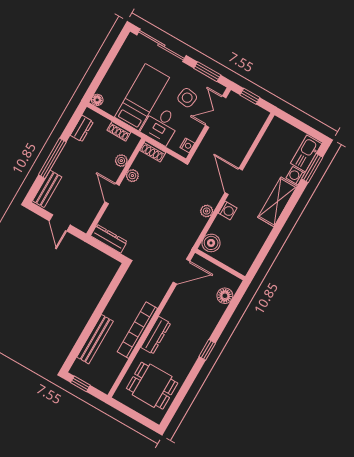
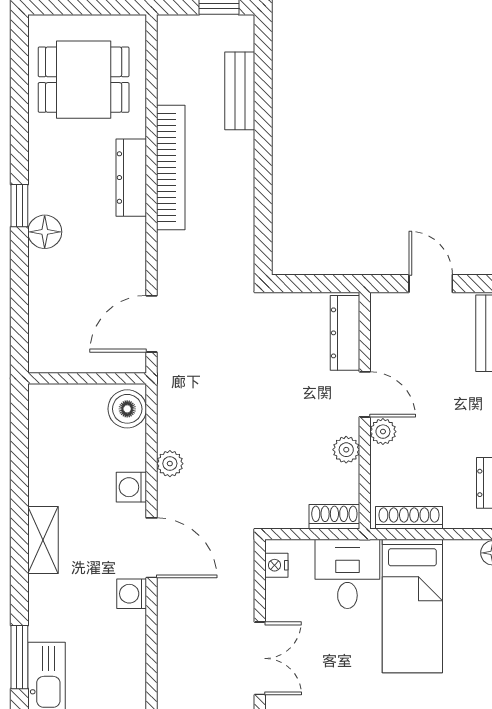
side table: (187, 98) -> (328, 654), removed
shoe rack: (119, 131) -> (409, 518), width x1.43
plant: (121, 161) -> (383, 432), moved
washing machine: (295, 176) -> (132, 594), moved, turned 180
shelving: (277, 202) -> (43, 540), width x0.67, depth x0.75
dresser: (109, 239) -> (345, 333), moved, turned 90
floor lamp: (225, 296) -> (45, 232), moved
bench: (95, 339) -> (240, 91), width x0.73

